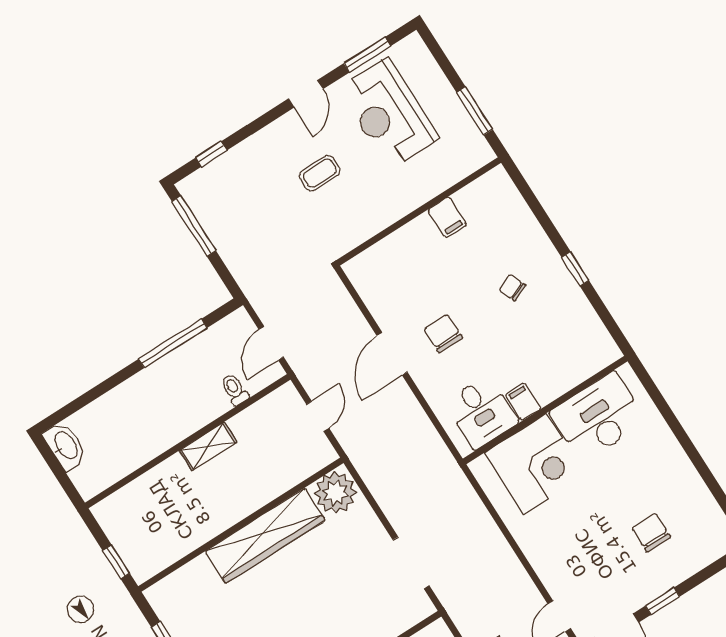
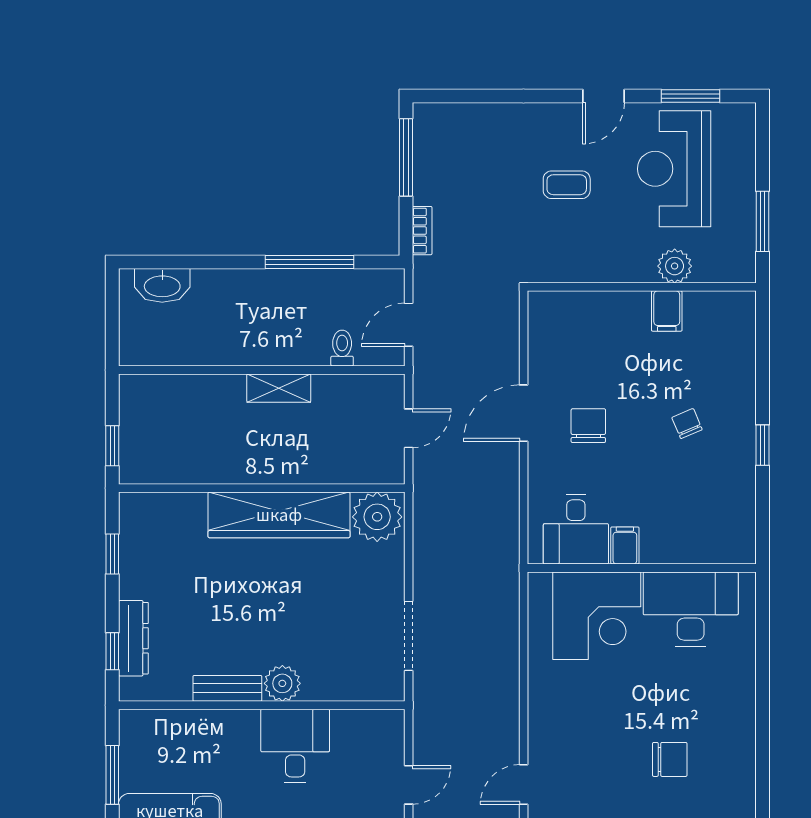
window: (211, 154) -> (470, 96), removed
plant: (433, 182) -> (675, 266), added
bookcase: (238, 271) -> (422, 231), added
washbasin: (65, 446) -> (162, 285), moved, turned 90
chair: (651, 533) -> (670, 759), turned 90

